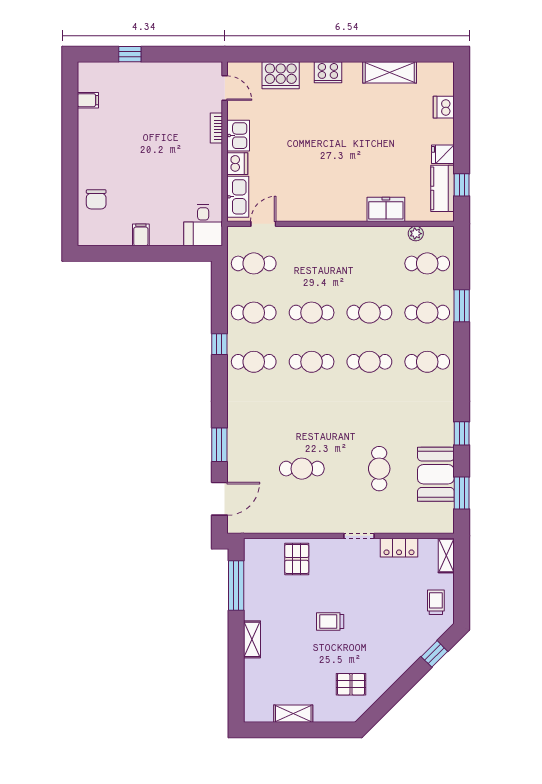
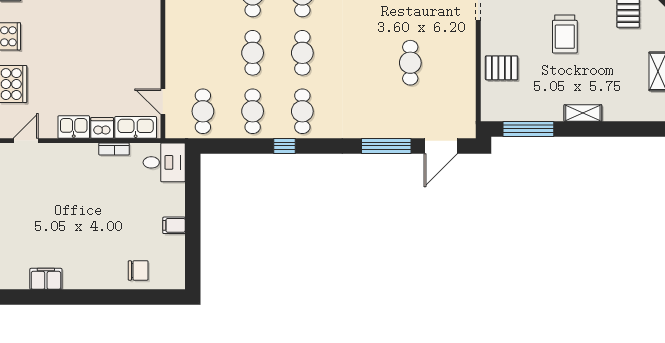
filing cabinet: (88, 100) -> (46, 279), width x2.00
bookcase: (216, 128) -> (114, 149), moved
window: (219, 445) -> (386, 146), width x1.44
door: (219, 499) -> (441, 146), swing flipped
trolley: (330, 622) -> (565, 34), width x1.36, depth x1.39

